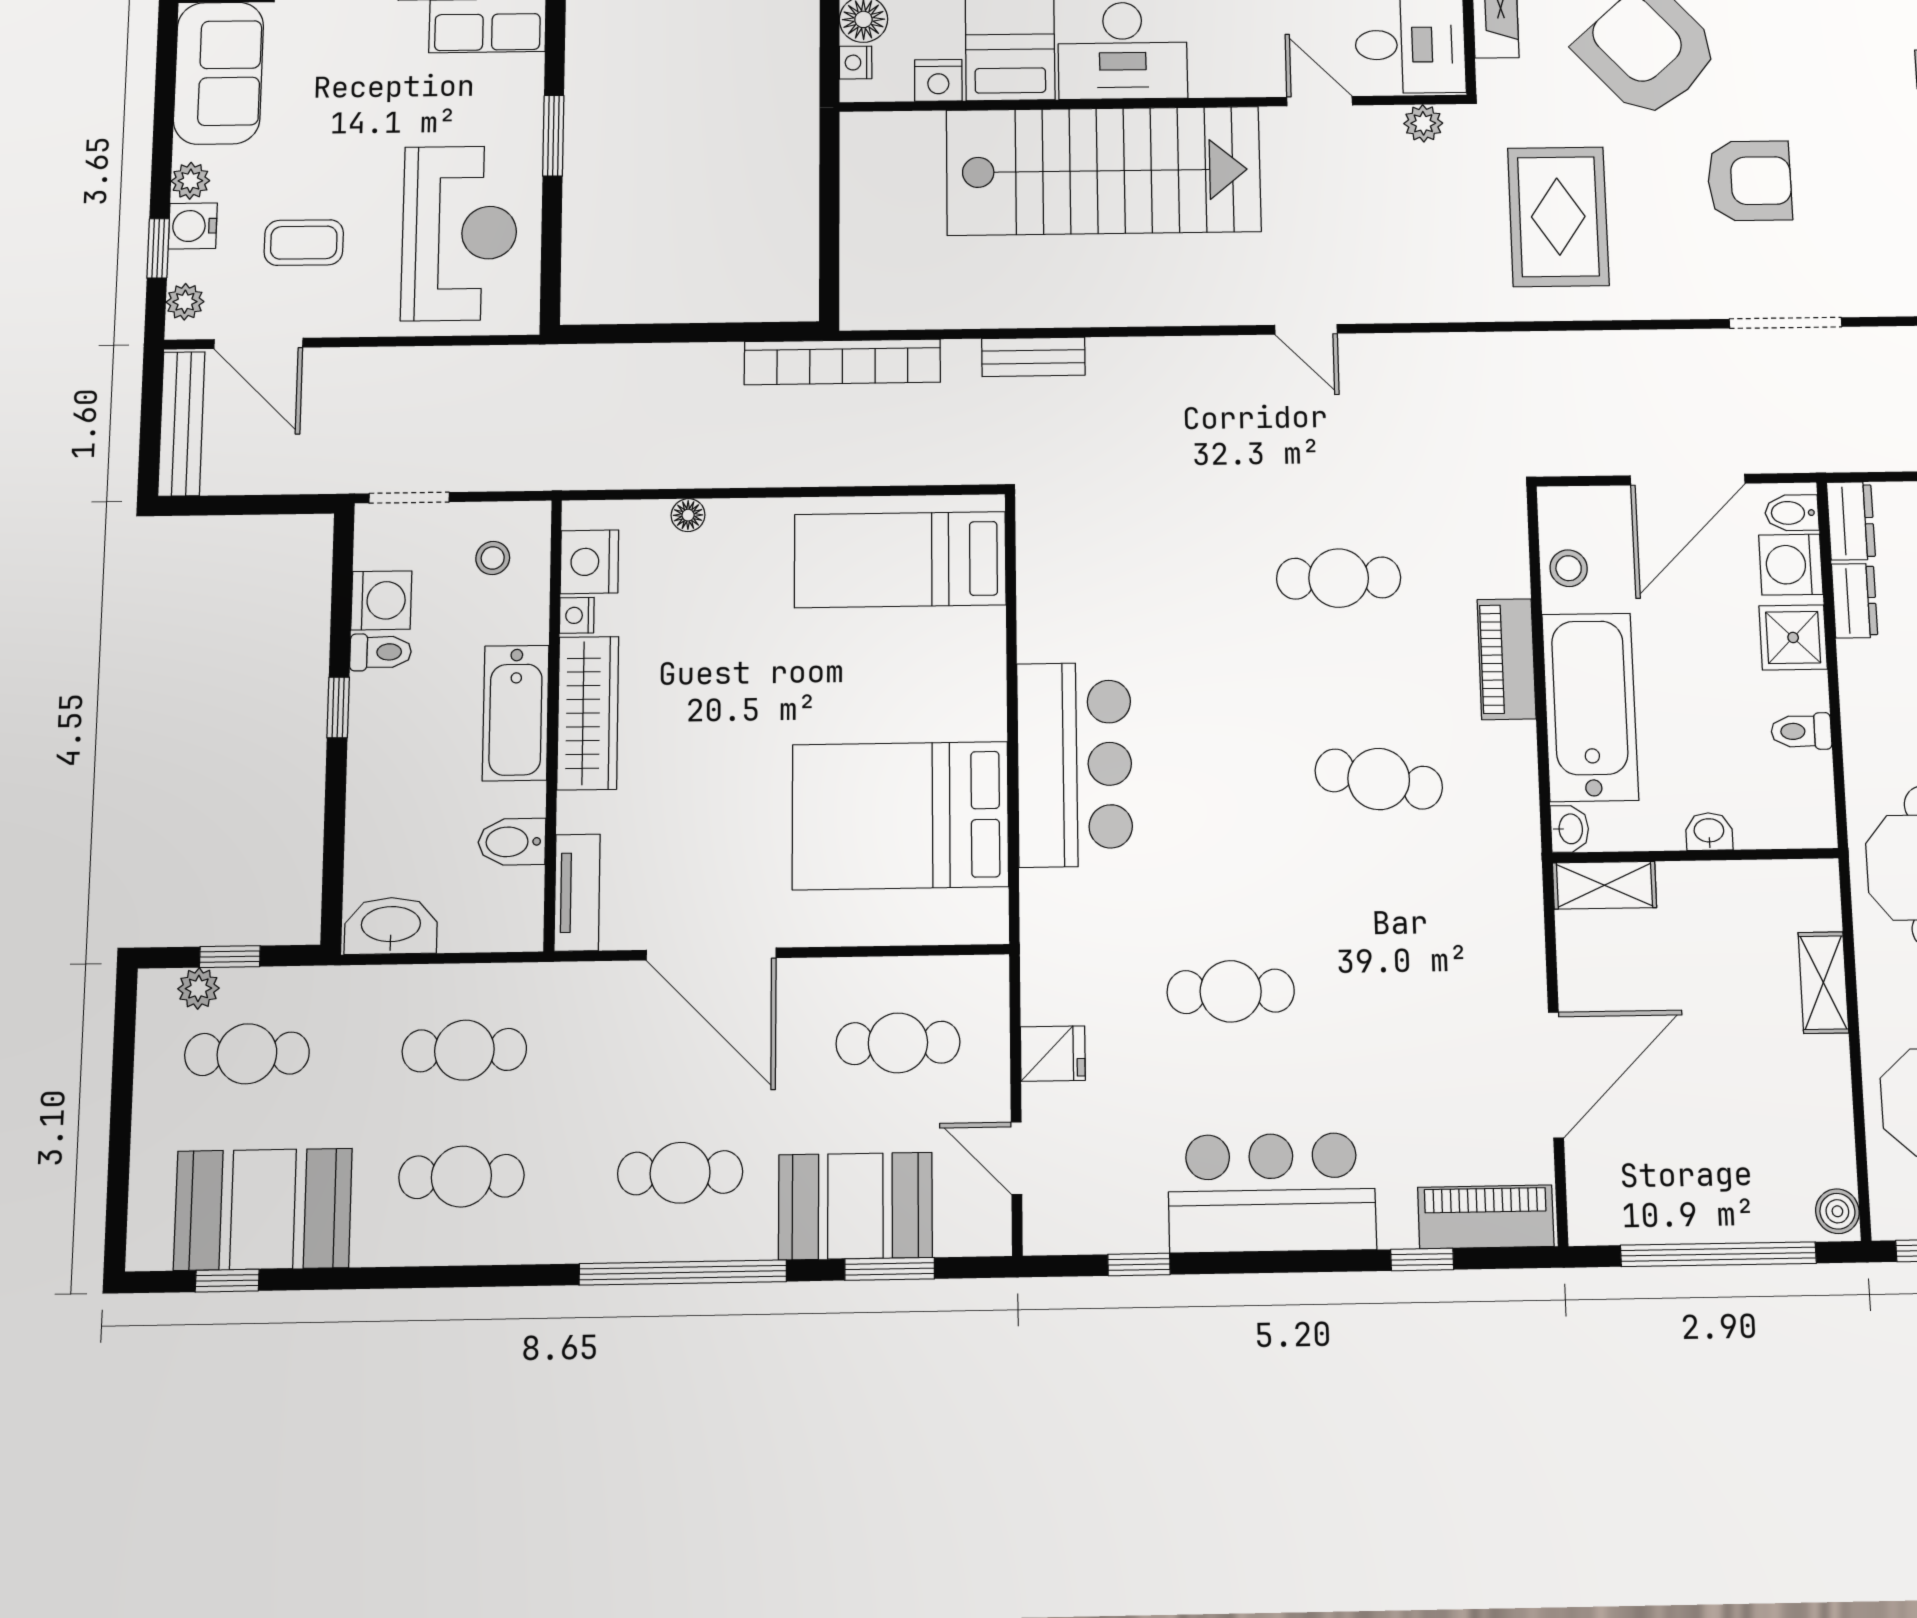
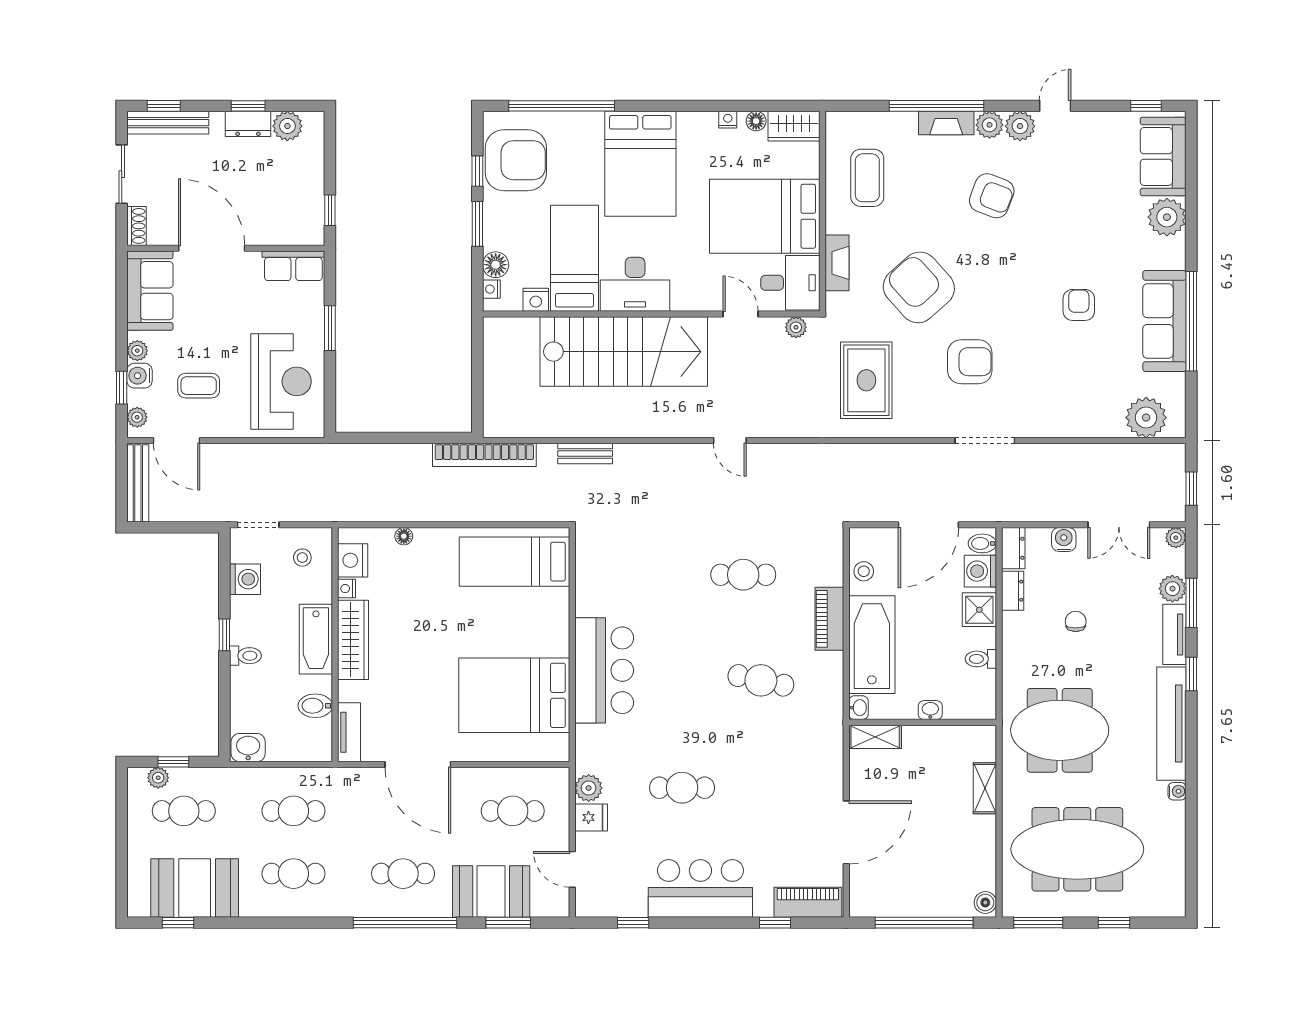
toilet: (381, 652) -> (245, 656), moved
washbasin: (391, 926) -> (248, 748), width x0.72
plant: (1047, 995) -> (589, 788), added

